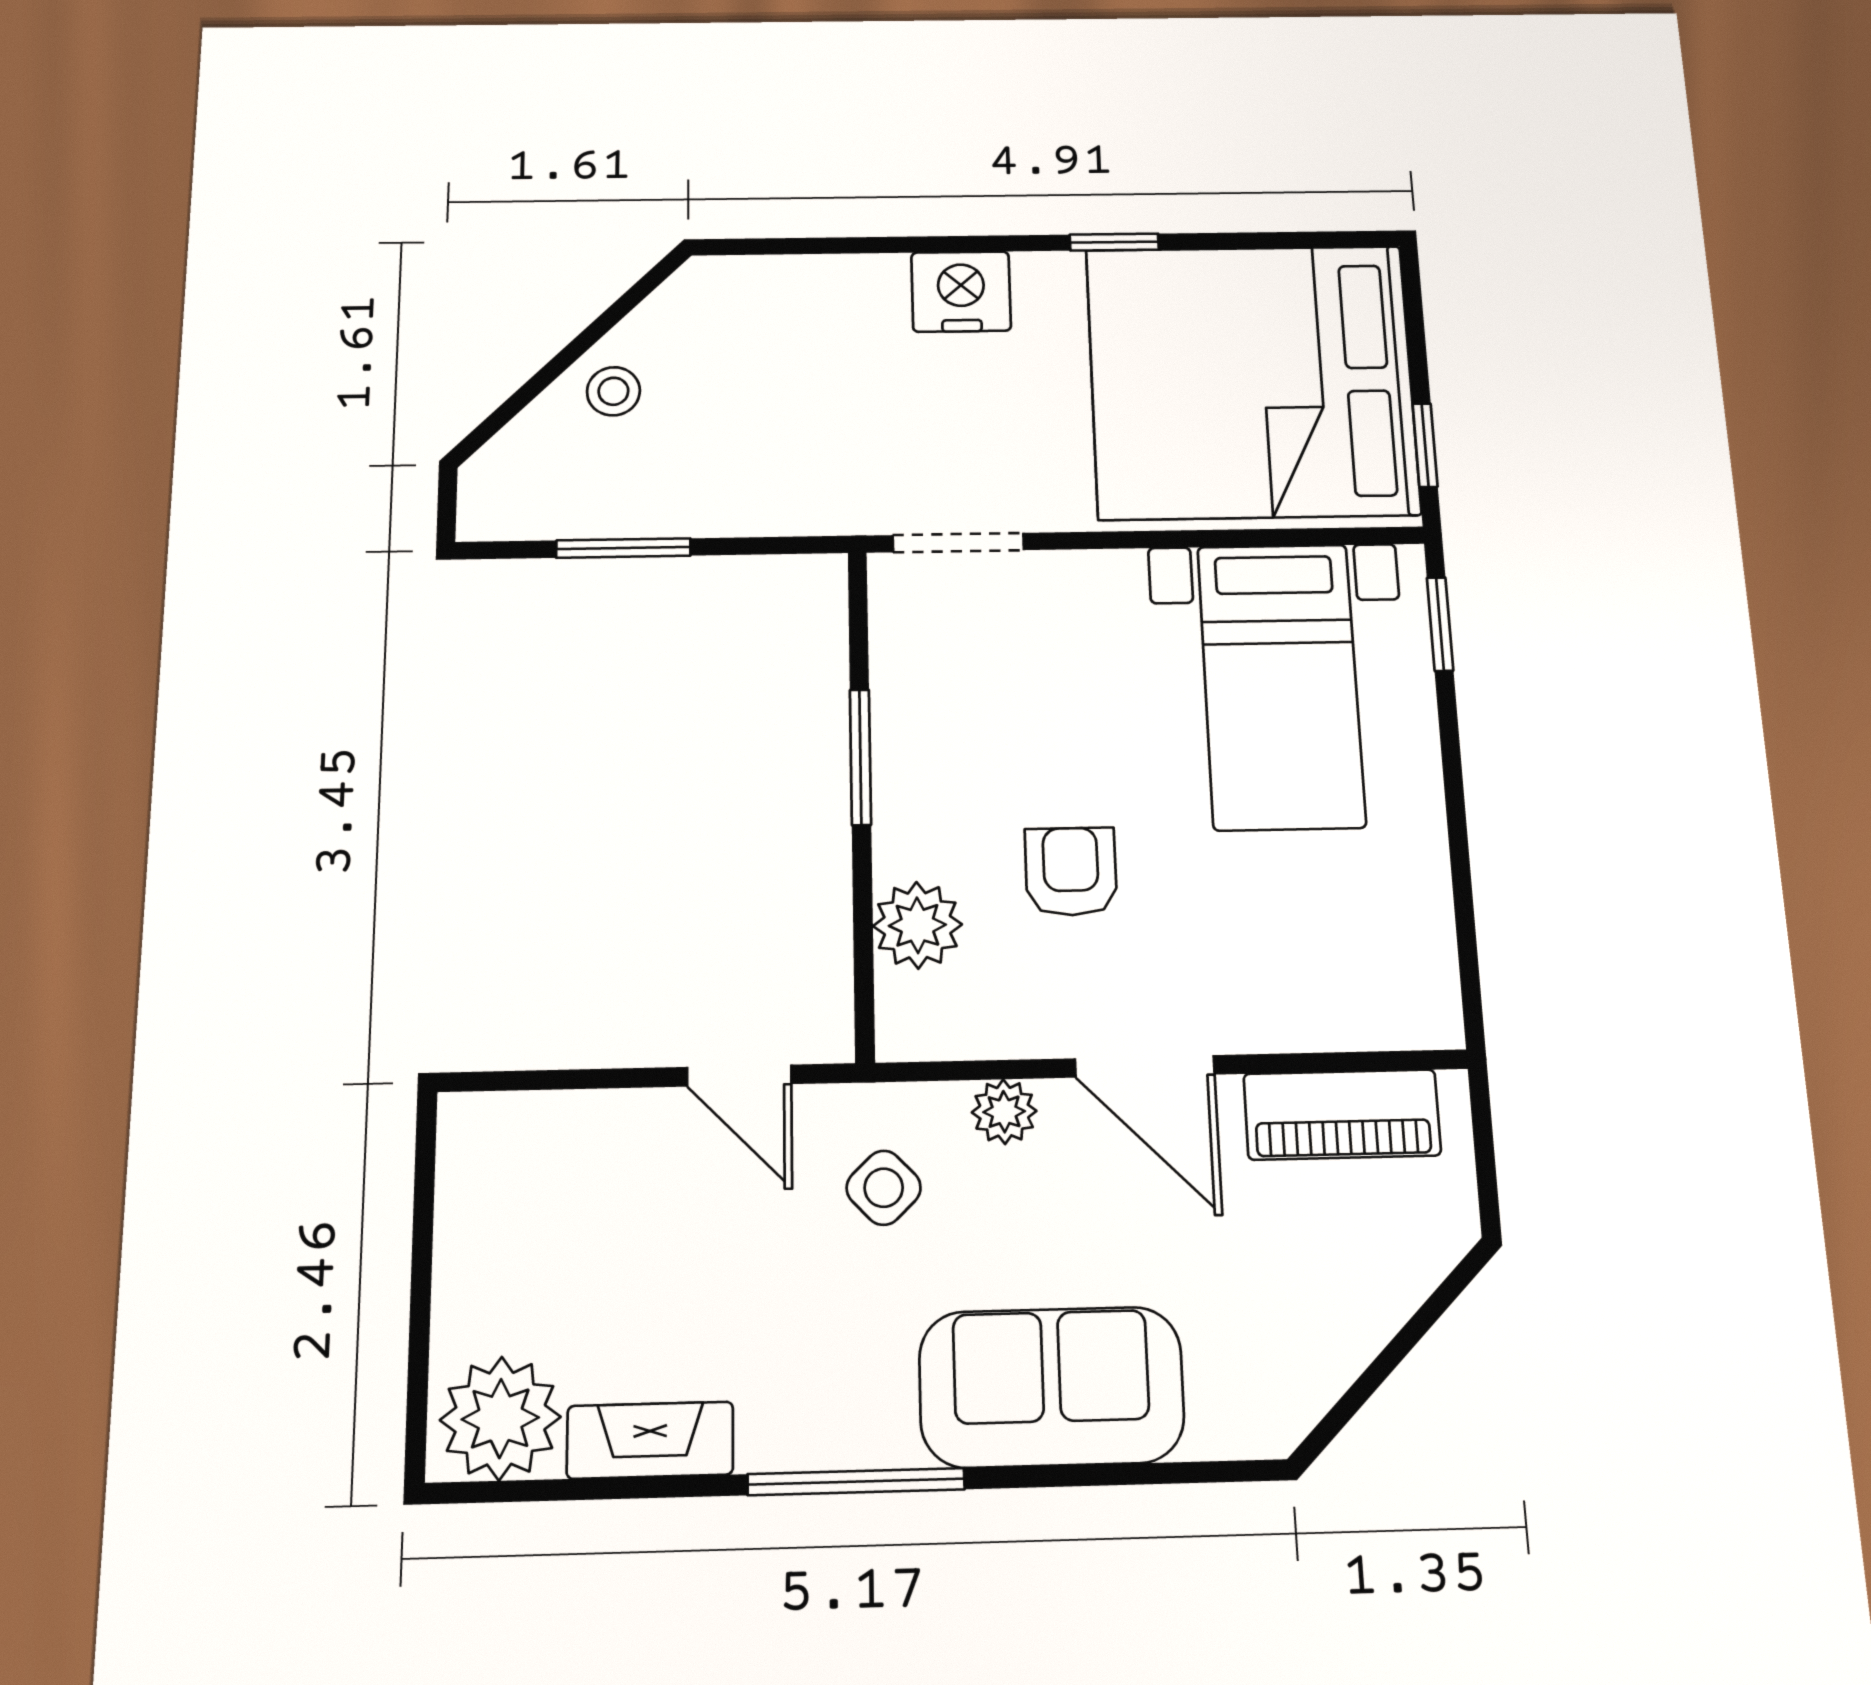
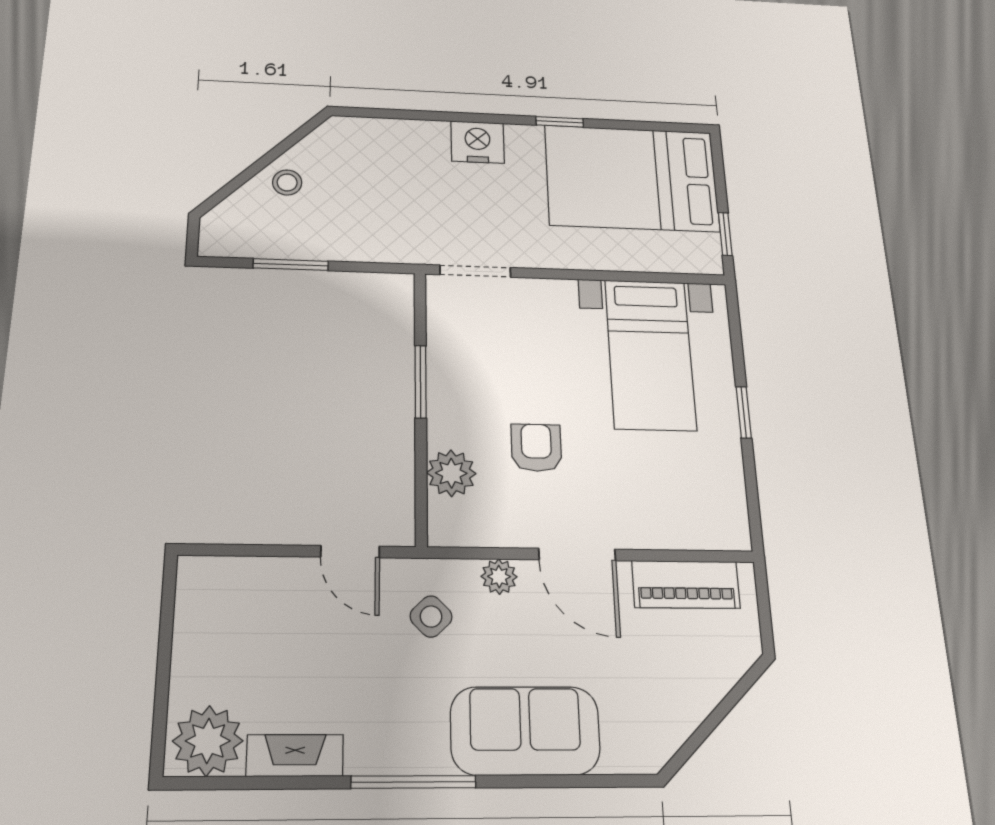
bed: (1252, 381) -> (632, 178), width x0.73
window: (1440, 624) -> (744, 412), moved

